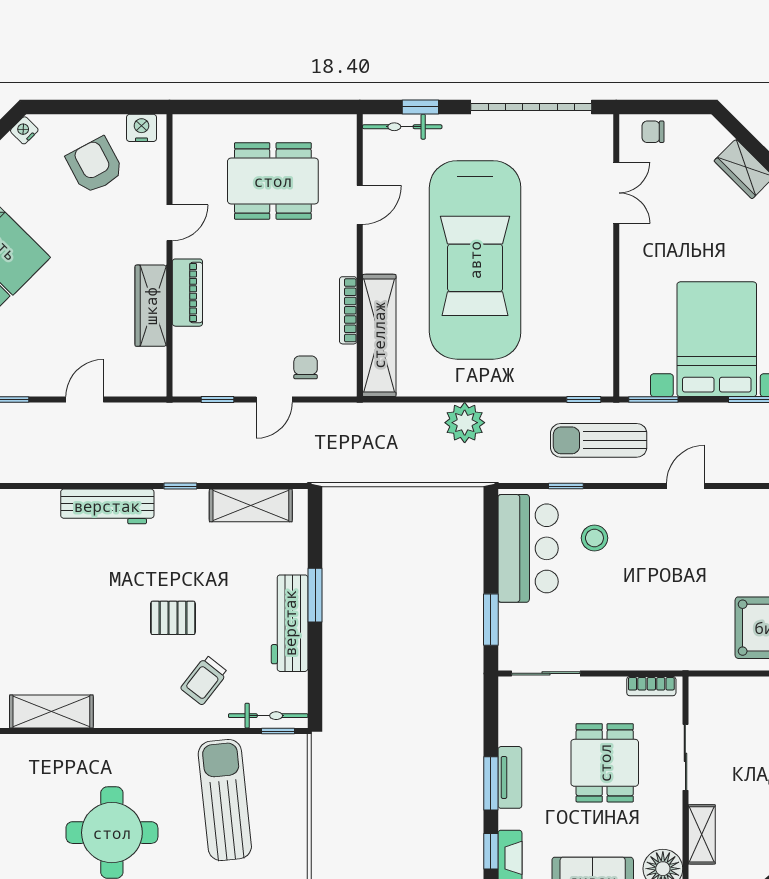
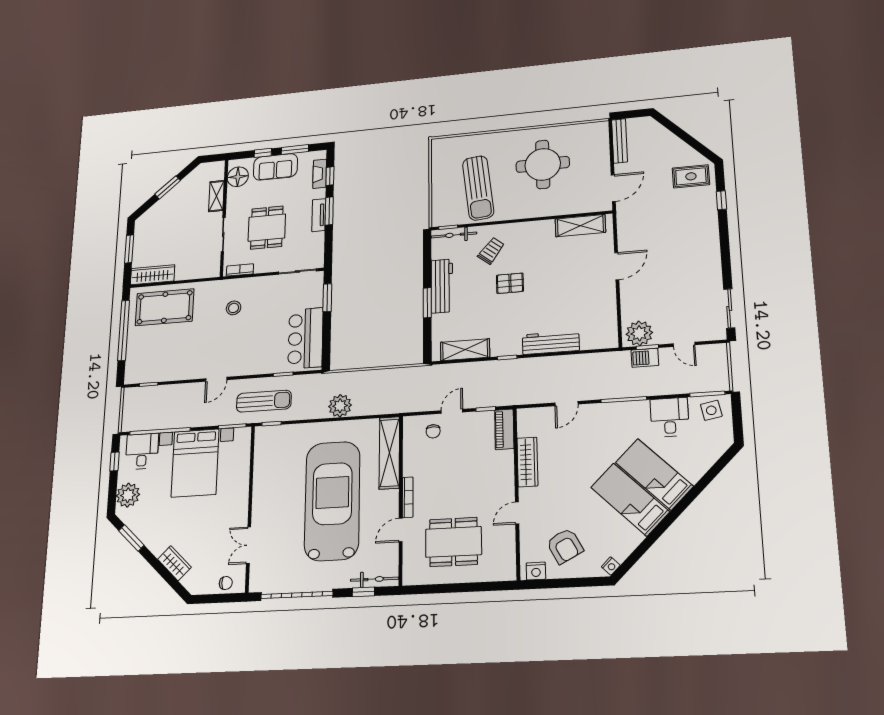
piano: (187, 293) -> (504, 429), moved
bookcase: (348, 310) -> (408, 497), moved
stool: (594, 538) -> (234, 308), moved

